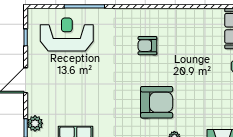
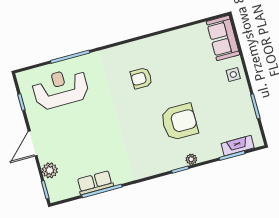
armchair: (157, 102) -> (179, 122), moved
plant: (35, 123) -> (50, 170), moved

